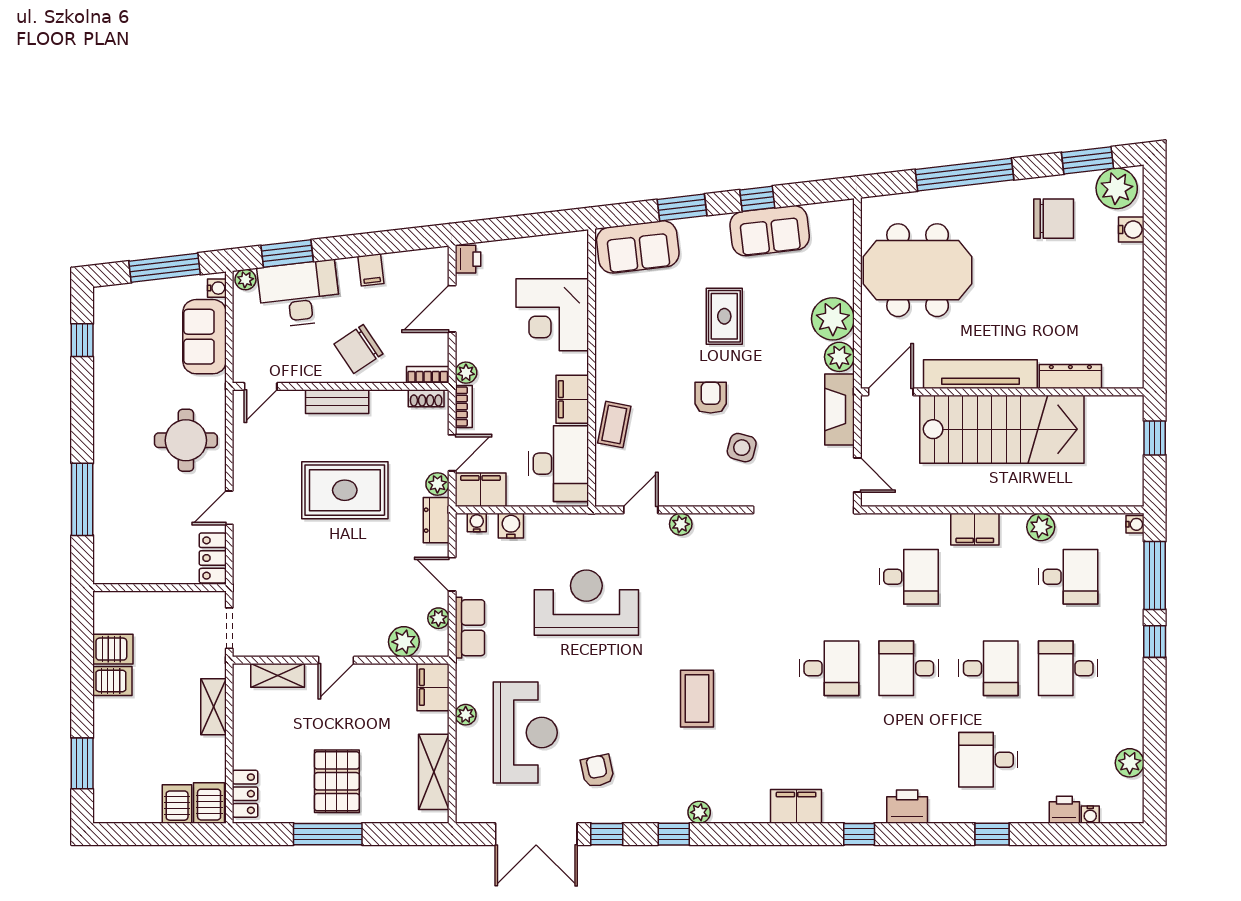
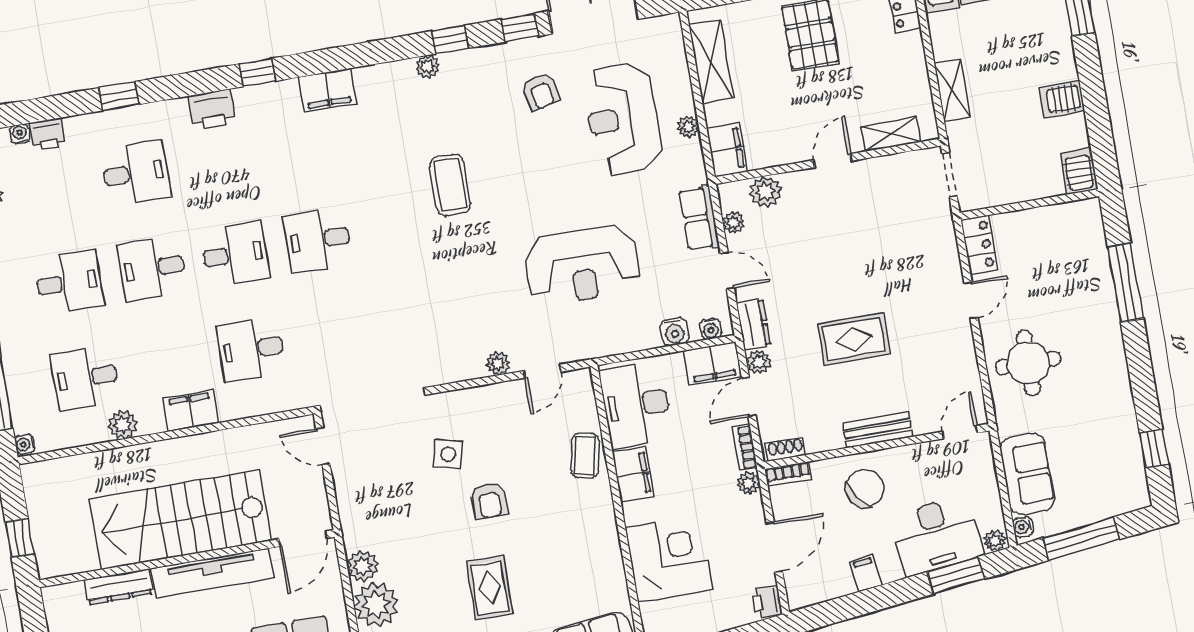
fireplace: (839, 409) -> (353, 511), removed
rug: (345, 490) -> (854, 339), width x0.73, depth x0.70
server rack: (113, 649) -> (1079, 171), moved, turned 90

